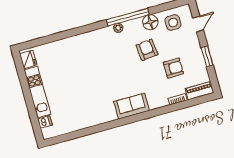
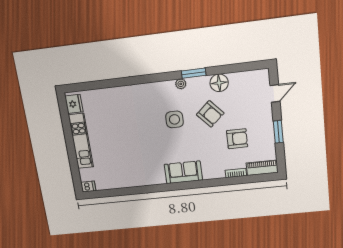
window: (128, 17) -> (194, 73), width x0.47
side table: (173, 23) -> (174, 119), moved
armchair: (147, 50) -> (210, 114), turned 144
dishwasher: (45, 122) -> (88, 187), moved

